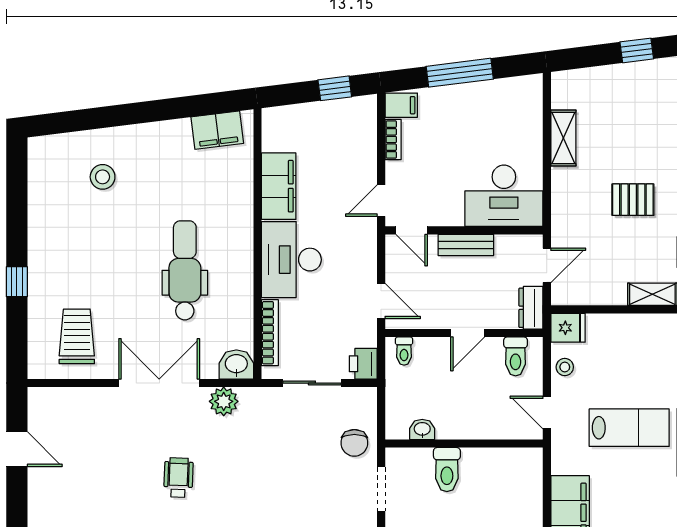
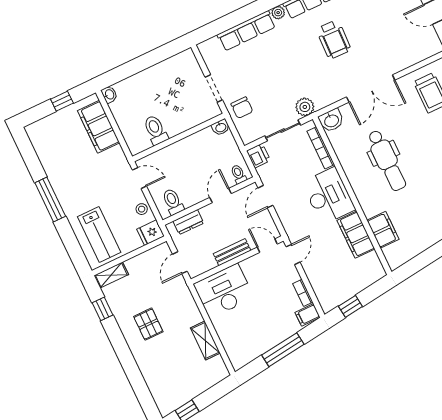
filing cabinet: (217, 130) -> (383, 230), moved, turned 97
pallet: (633, 200) -> (148, 324), turned 90
door: (381, 301) -> (265, 197), hinge flipped
dresser: (531, 308) -> (188, 222), moved, turned 90
door: (468, 333) -> (220, 195), moved
plant: (224, 401) -> (305, 107), moved
lab bench: (629, 428) -> (99, 235), moved, turned -90
washbasin: (422, 429) -> (221, 127), moved
chair: (354, 443) -> (242, 108), turned 180
toilet: (447, 470) -> (156, 130), moved
wheelchair: (178, 478) -> (334, 39), width x1.36, depth x1.37

